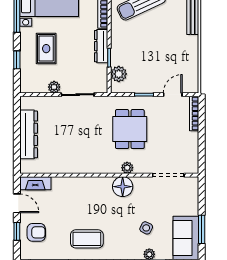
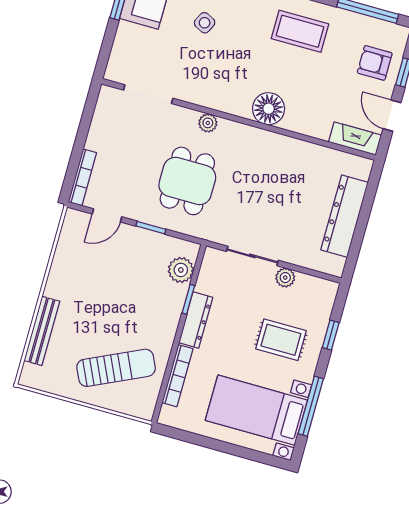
rug: (46, 49) -> (281, 340), turned 90
floor lamp: (123, 187) -> (269, 109), moved

